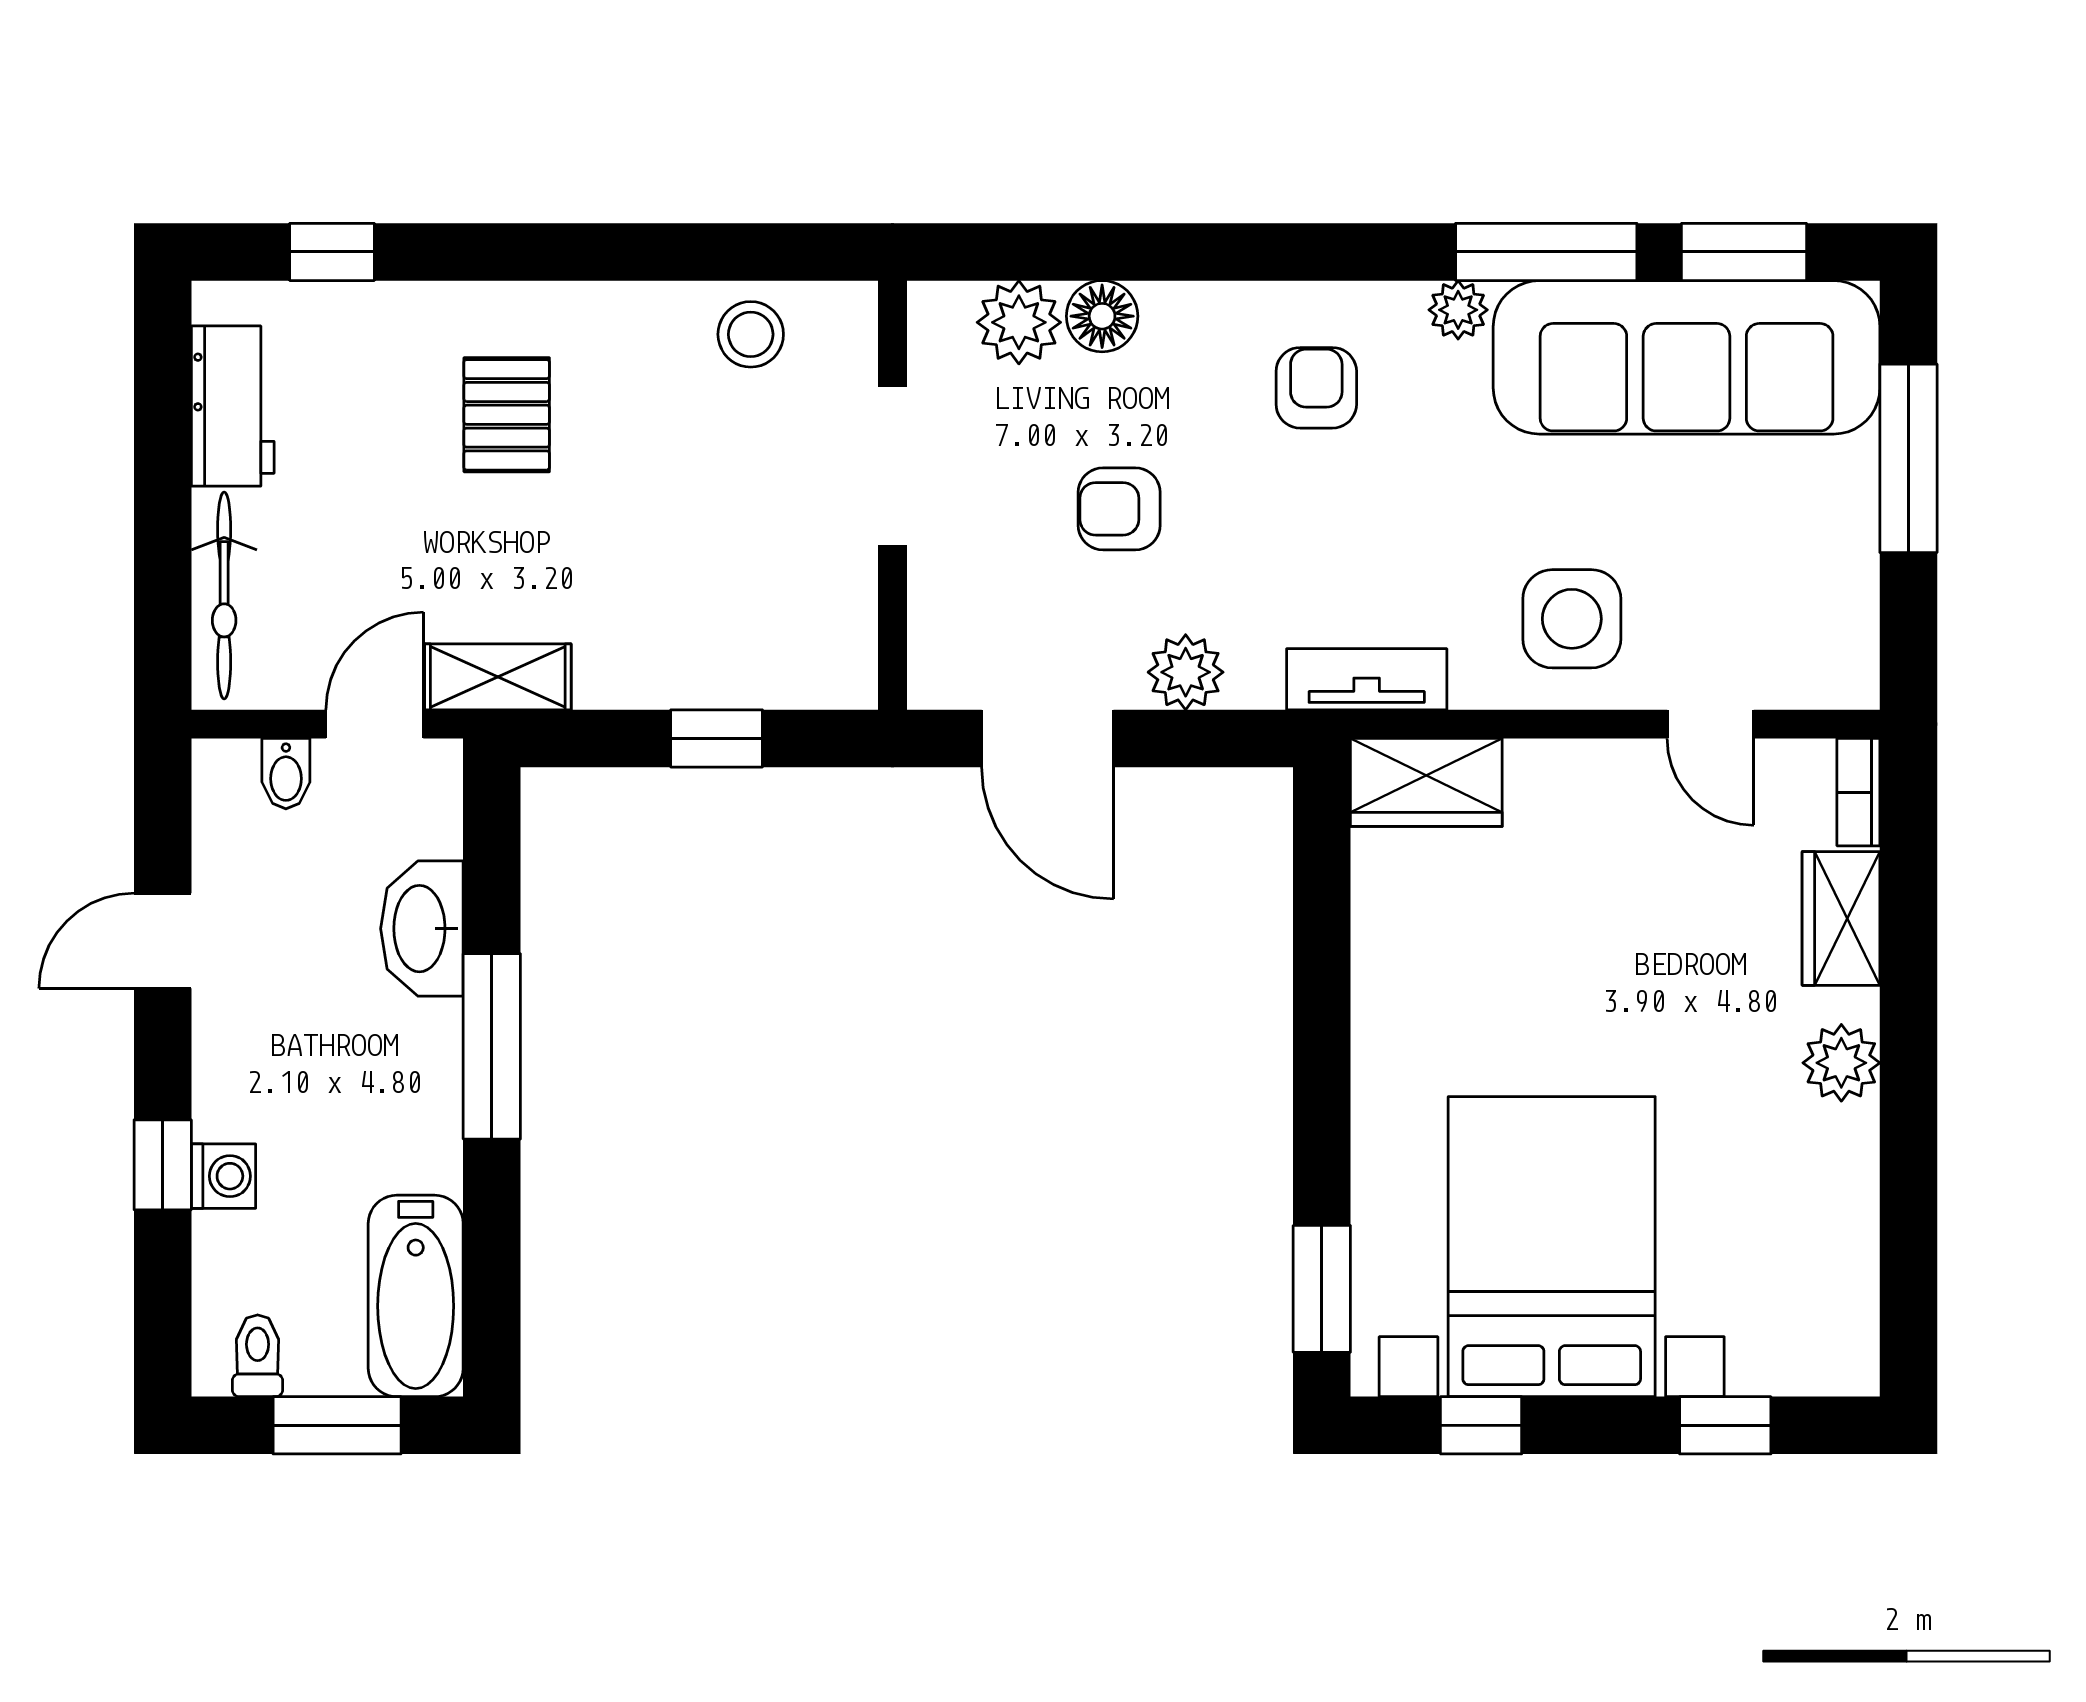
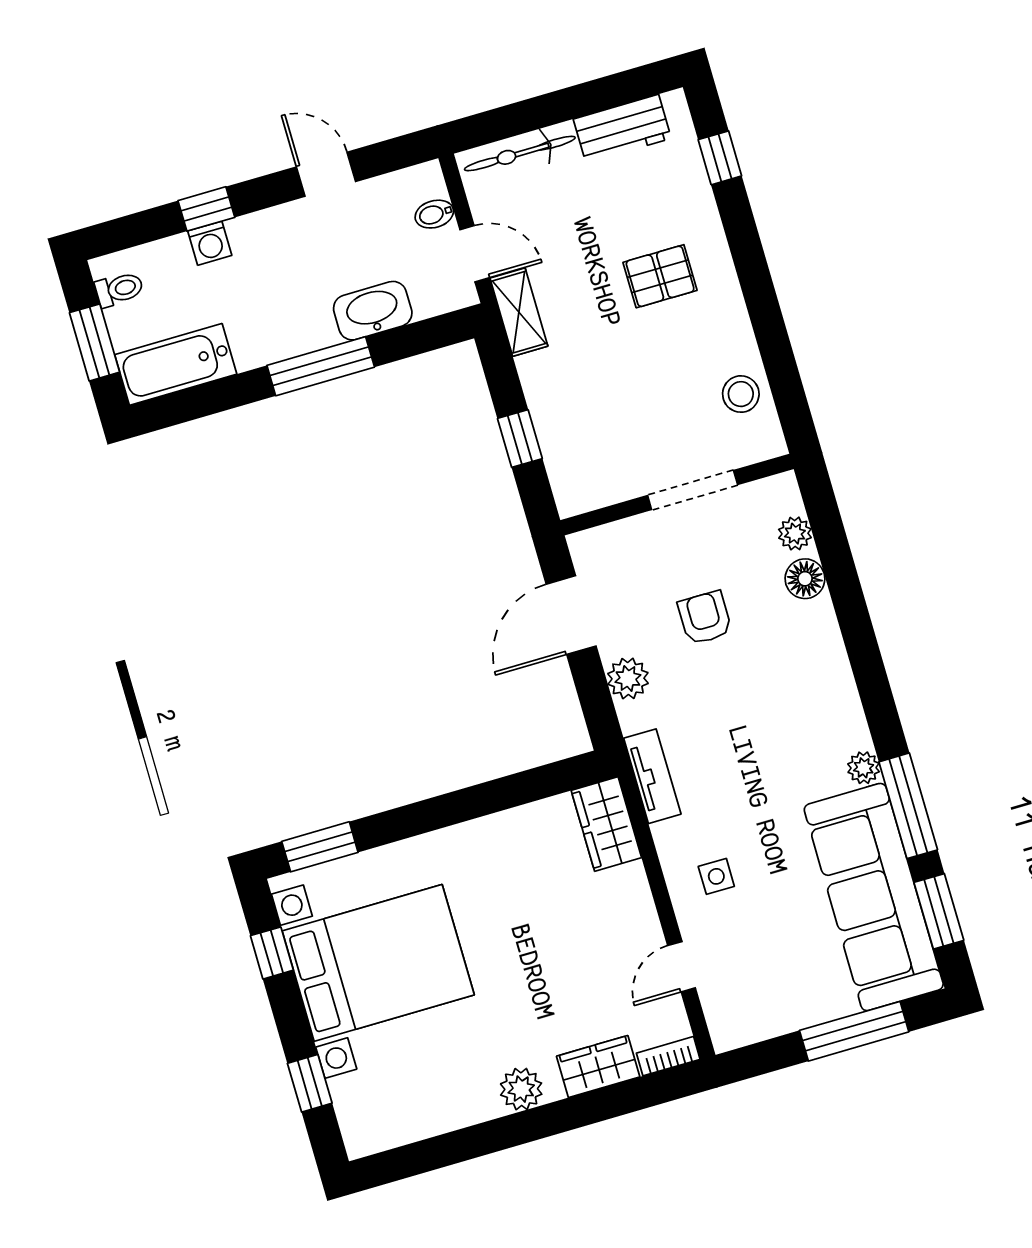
plant: (1019, 322) -> (795, 534), width x0.73, depth x0.73
armchair: (1316, 388) -> (800, 704), removed
side table: (1572, 619) -> (716, 876), width x0.54, depth x0.54

